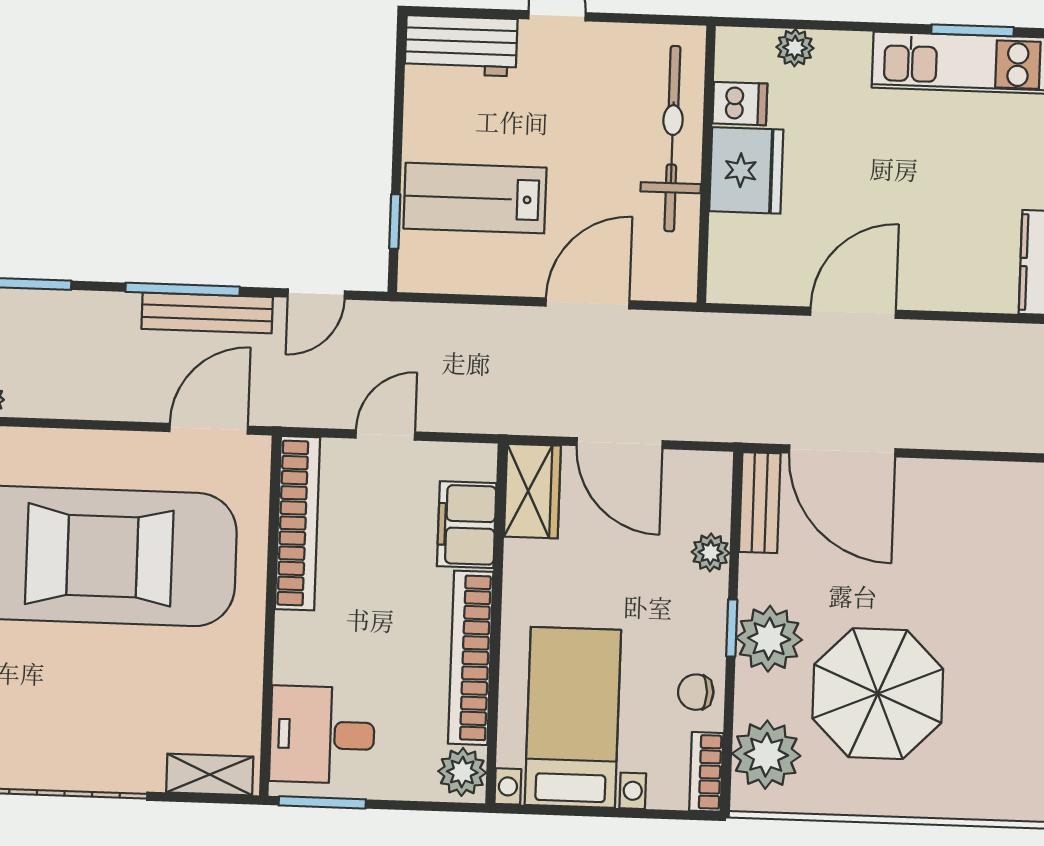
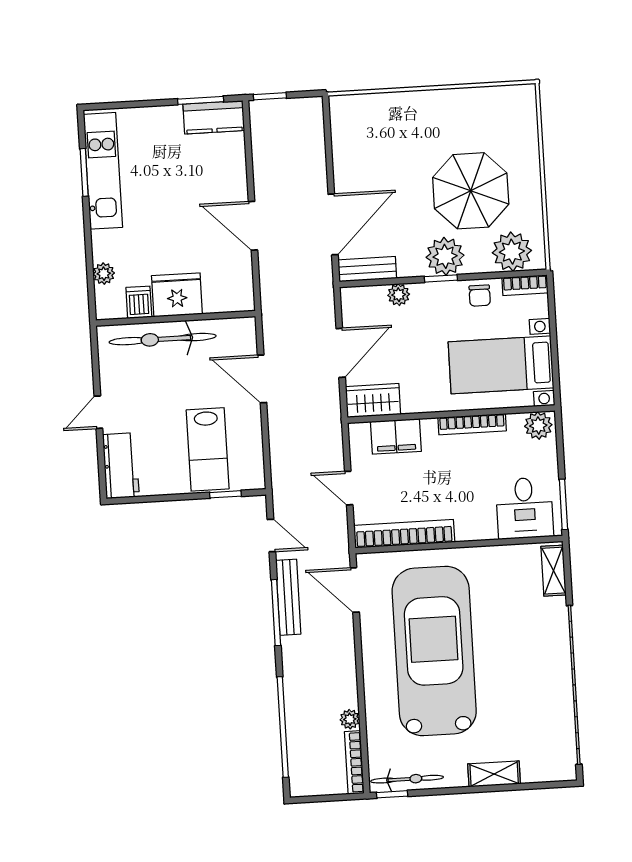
bookcase: (471, 658) -> (472, 424), width x0.68, depth x0.76

